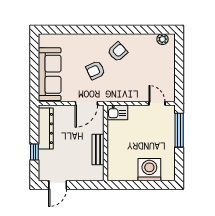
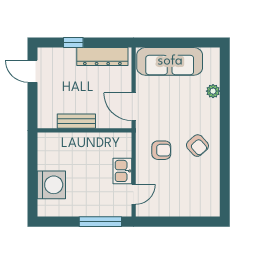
plant: (162, 39) -> (213, 91), moved
armchair: (95, 70) -> (161, 150), moved, turned 115
kitchen sink: (117, 112) -> (122, 171), moved

